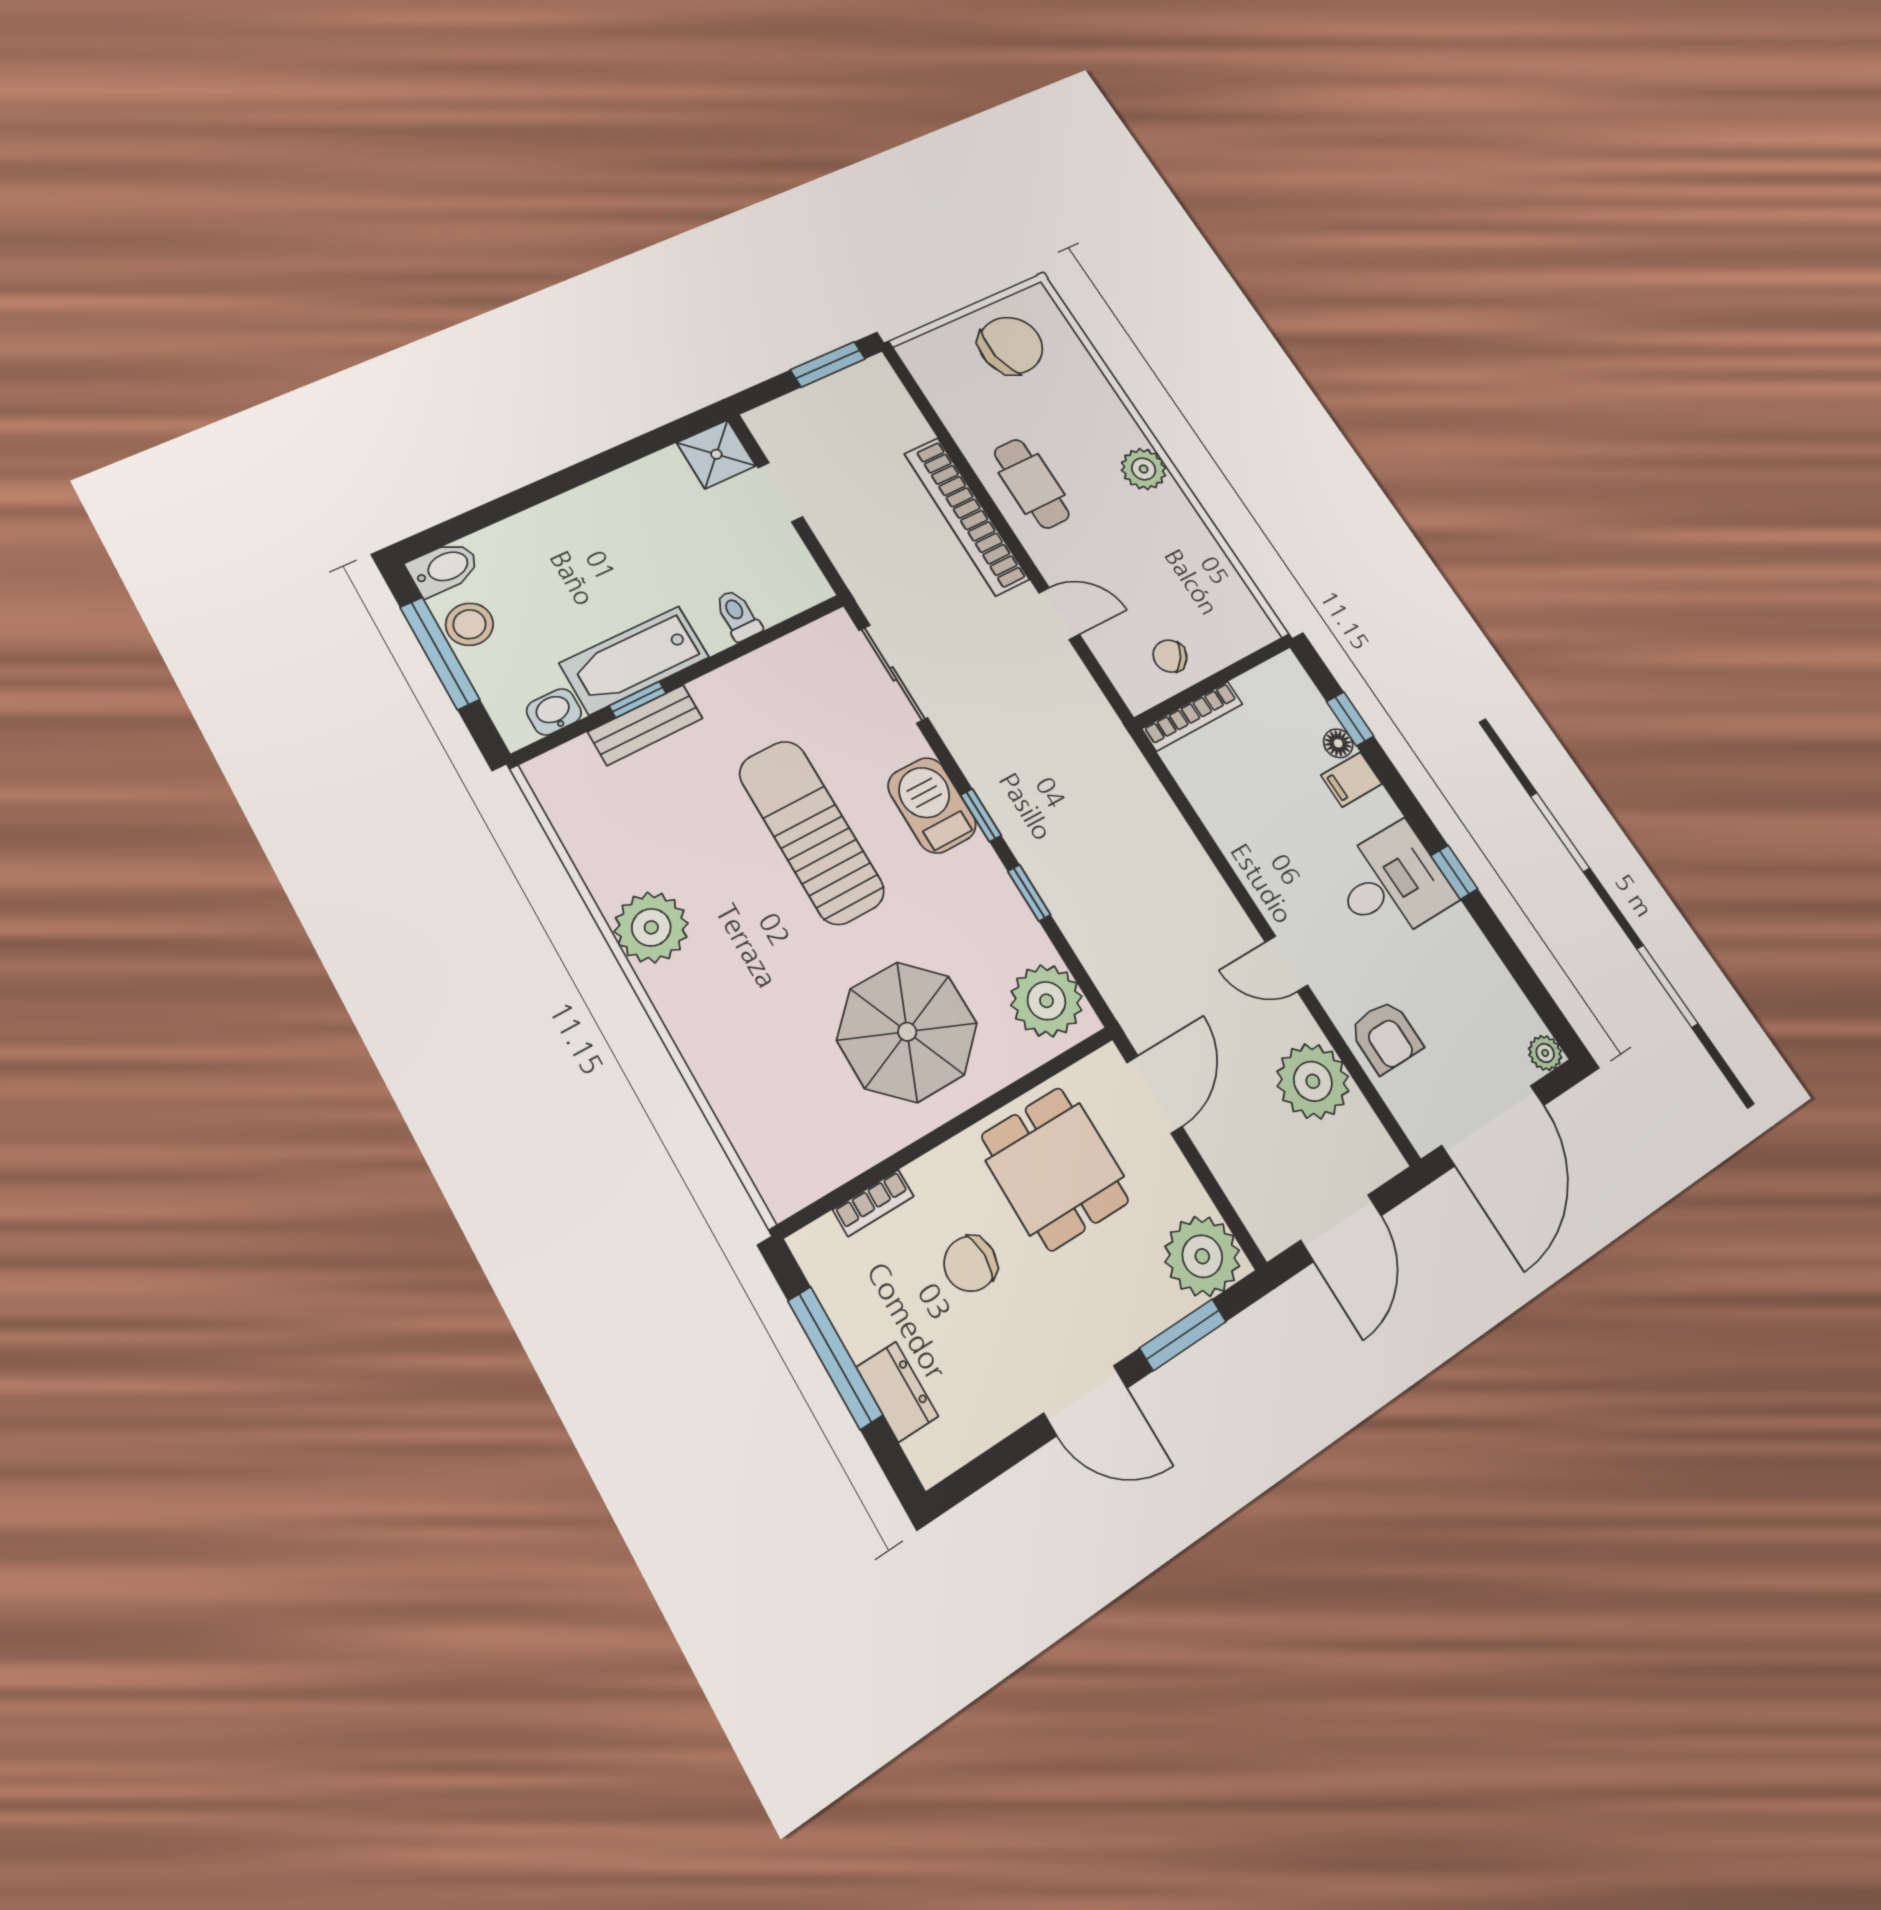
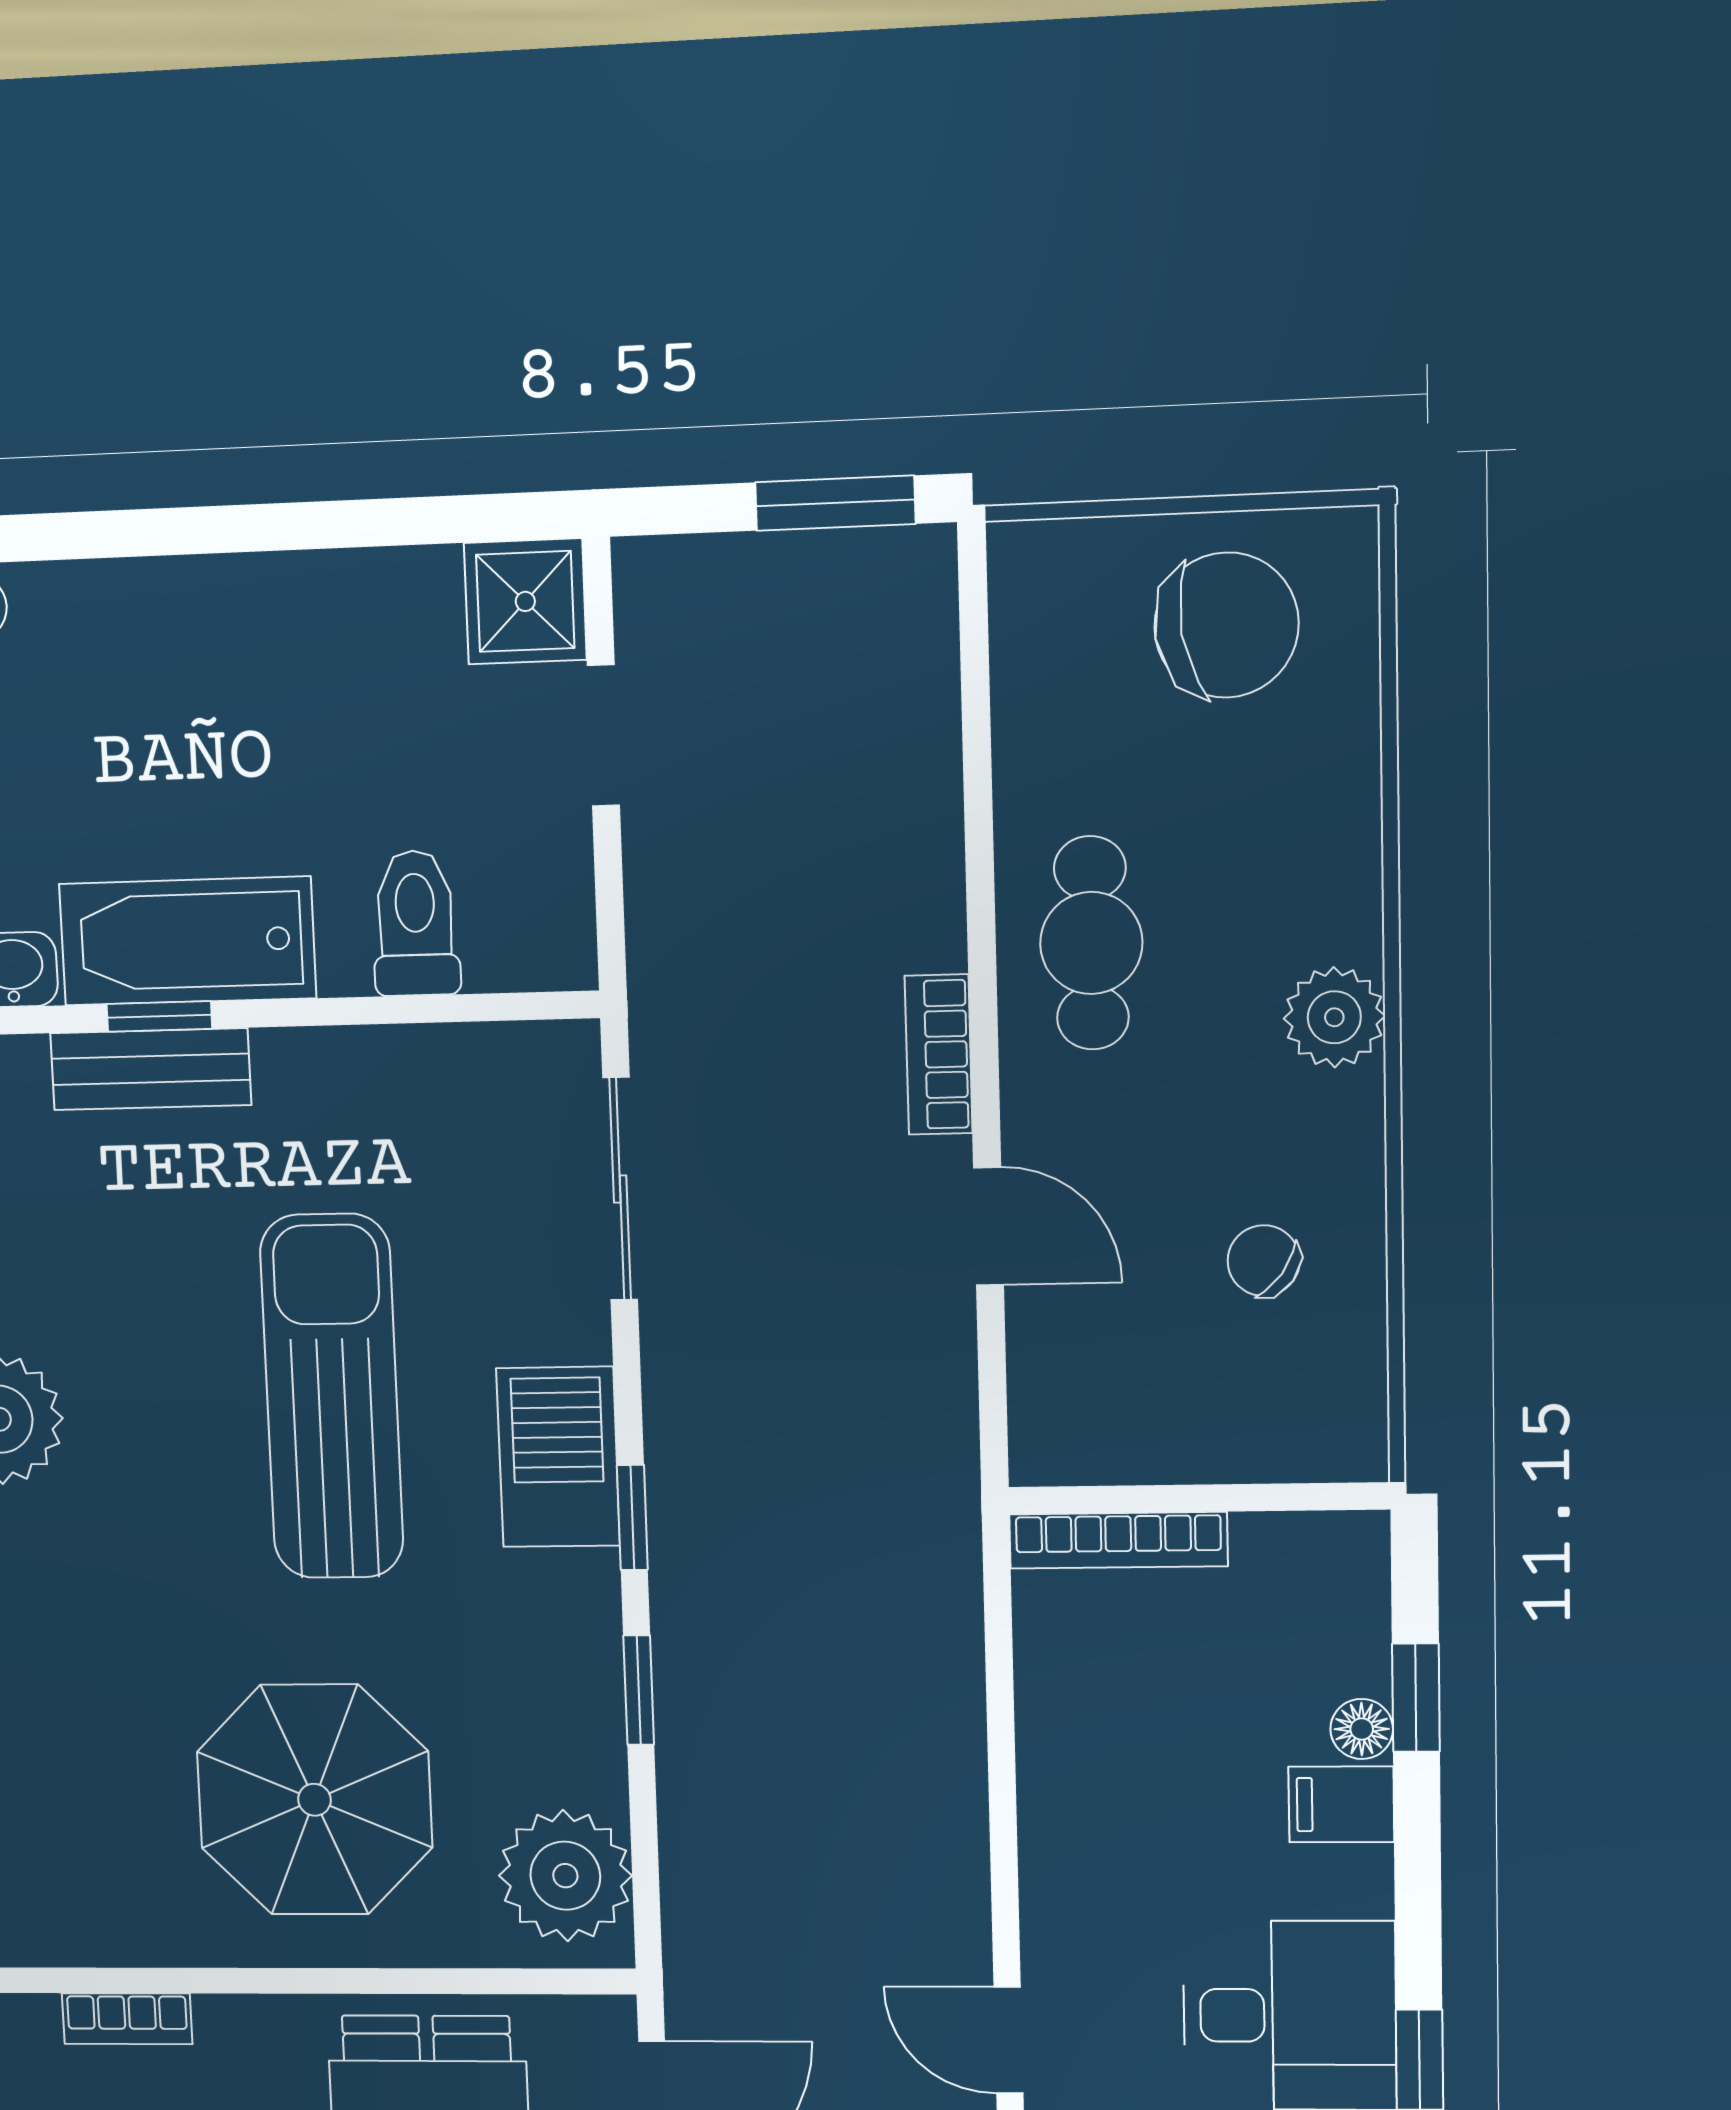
bookcase: (966, 516) -> (939, 1054), width x0.43, depth x0.76
toilet: (738, 615) -> (416, 923), width x1.37, depth x1.39
chair: (1170, 656) -> (1264, 1261), moved

